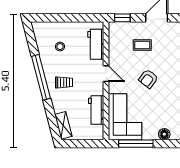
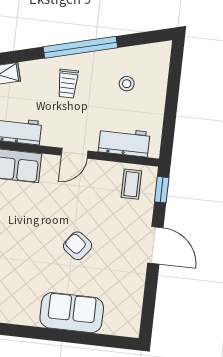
coffee table: (142, 45) -> (131, 184), moved
armchair: (148, 79) -> (78, 246), moved

